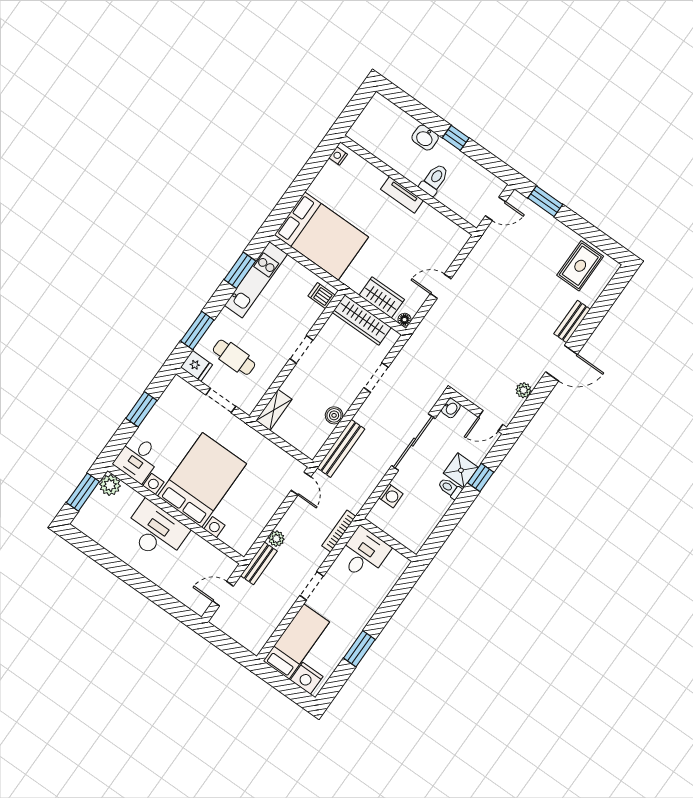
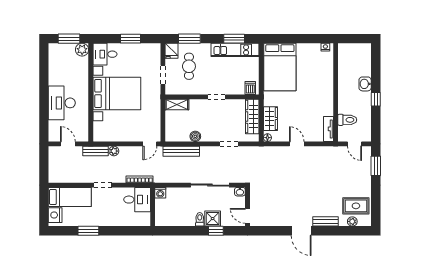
toilet: (434, 180) -> (347, 120), moved
tv unit: (402, 195) -> (329, 129), moved
plant: (524, 390) -> (352, 221), moved
washing machine: (391, 496) -> (160, 193), moved
desk: (156, 531) -> (62, 103), moved, turned 180

